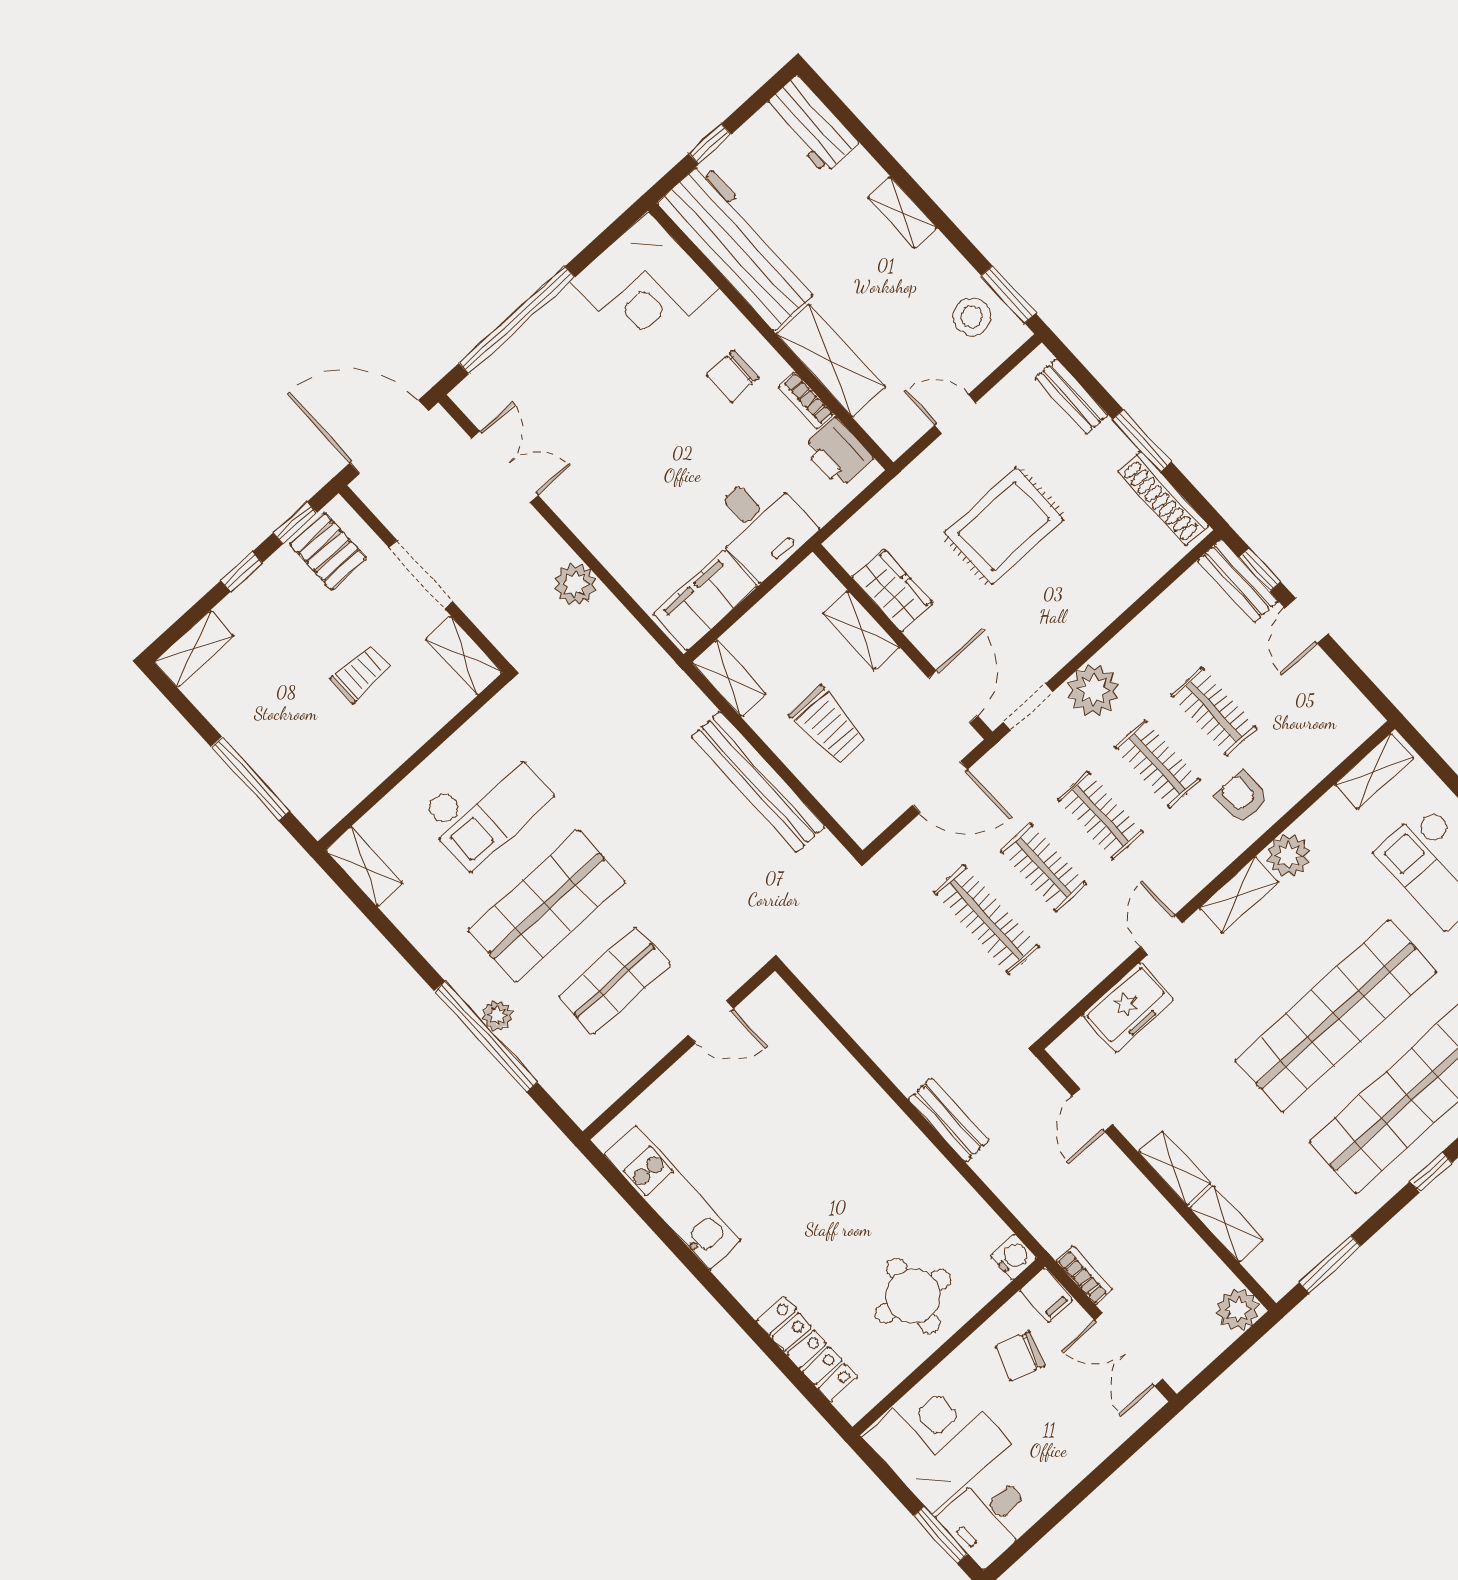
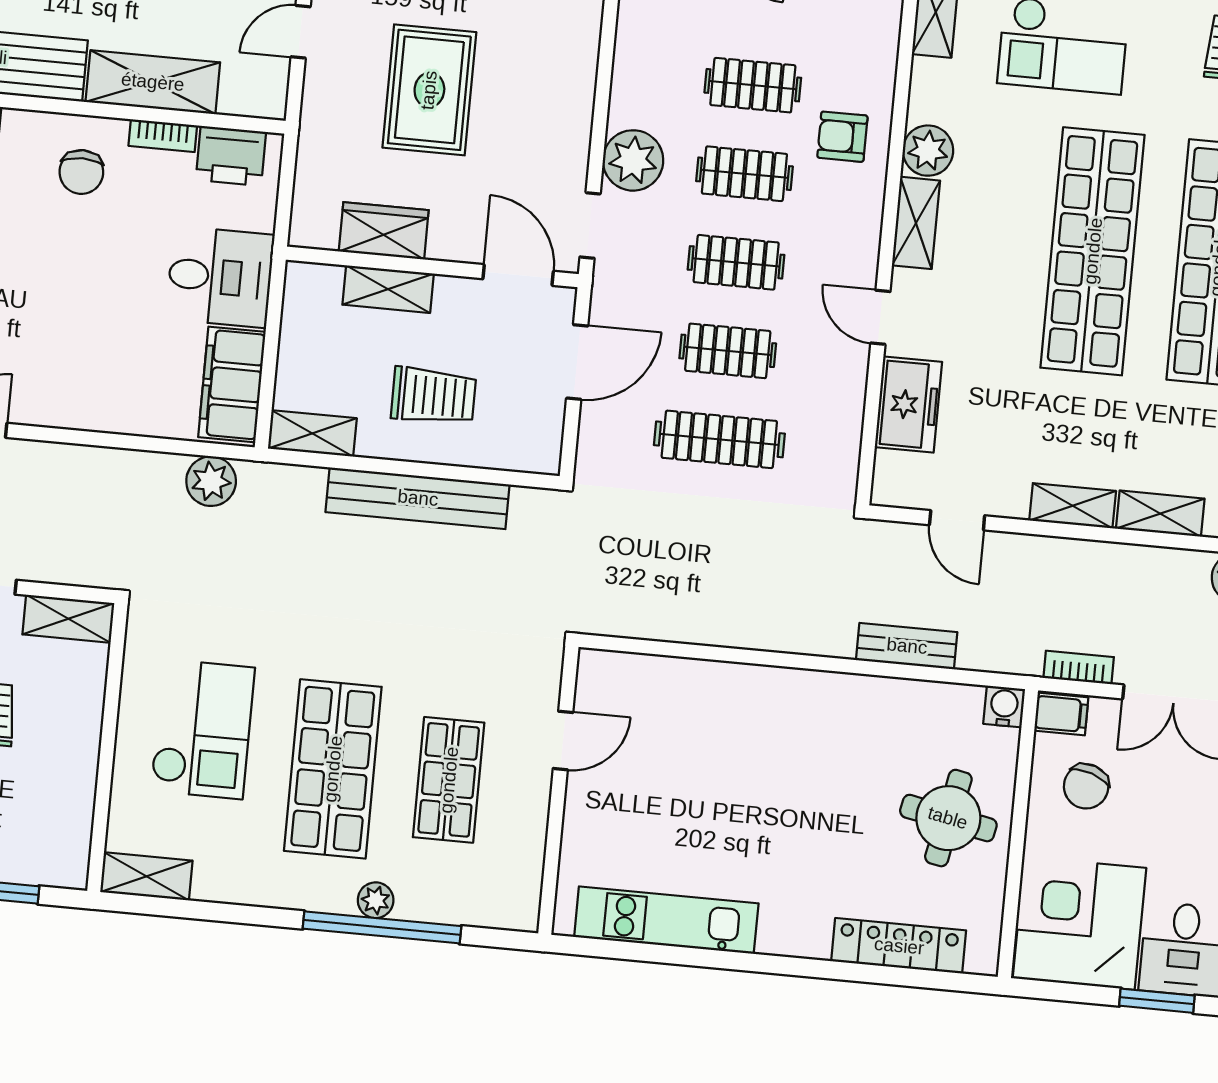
plant: (575, 584) -> (211, 481), moved
bench: (948, 1120) -> (907, 646), moved

